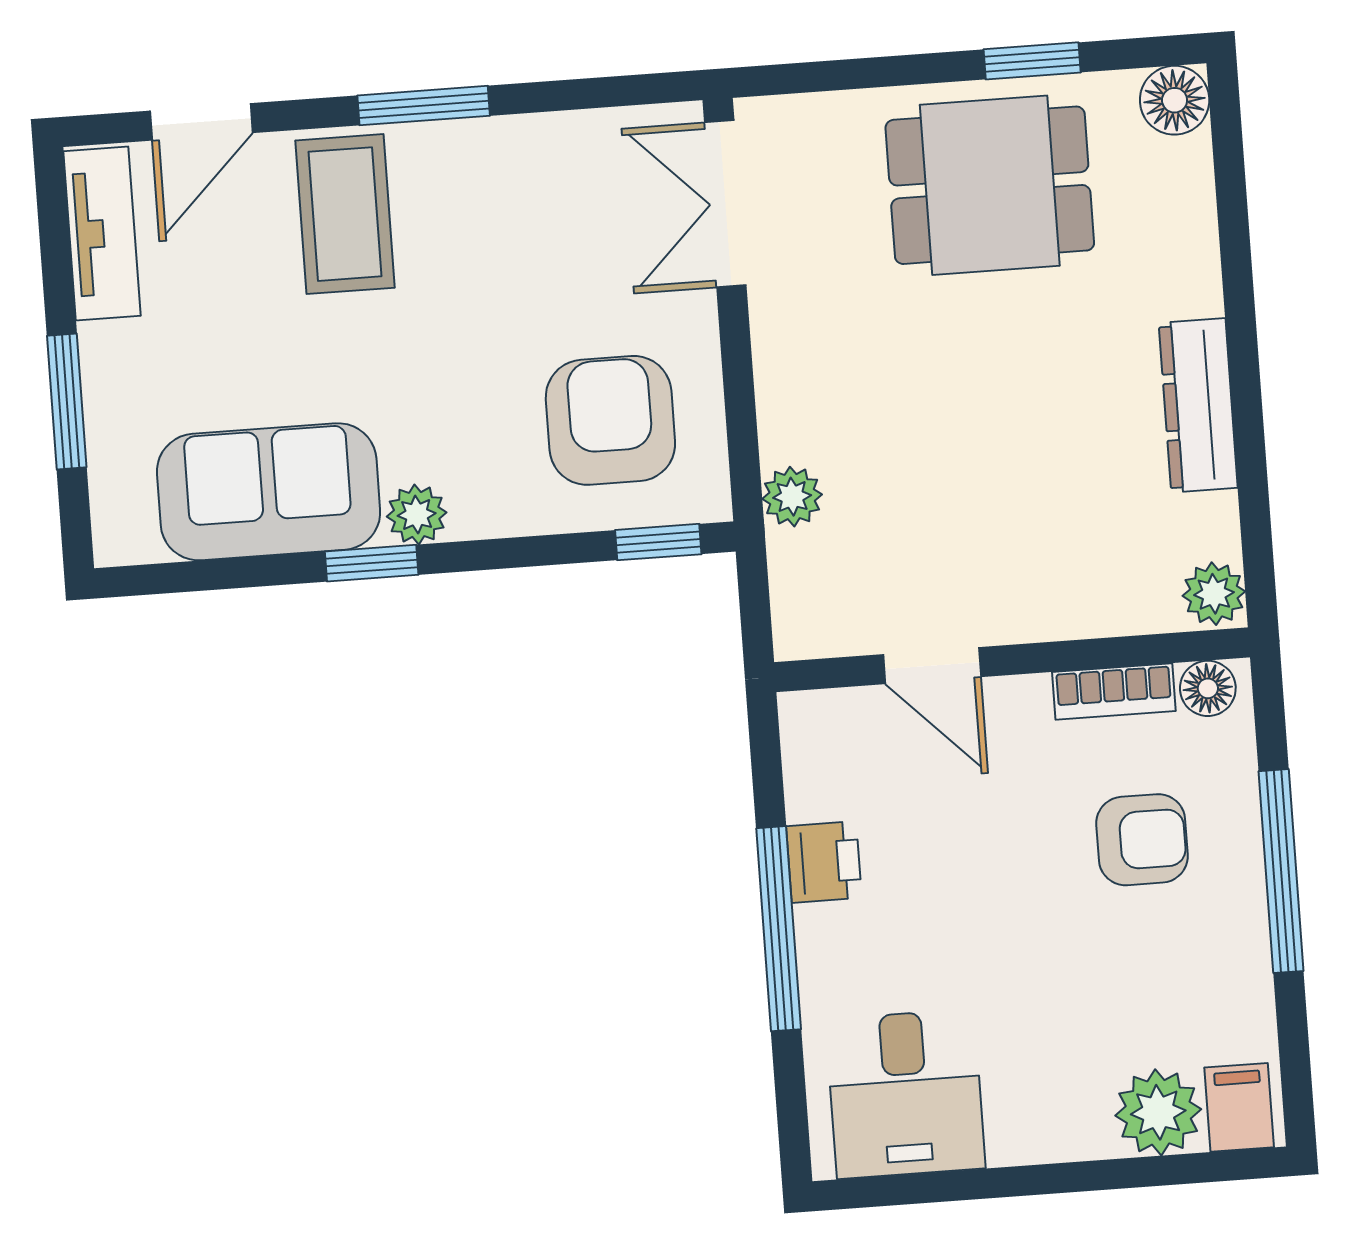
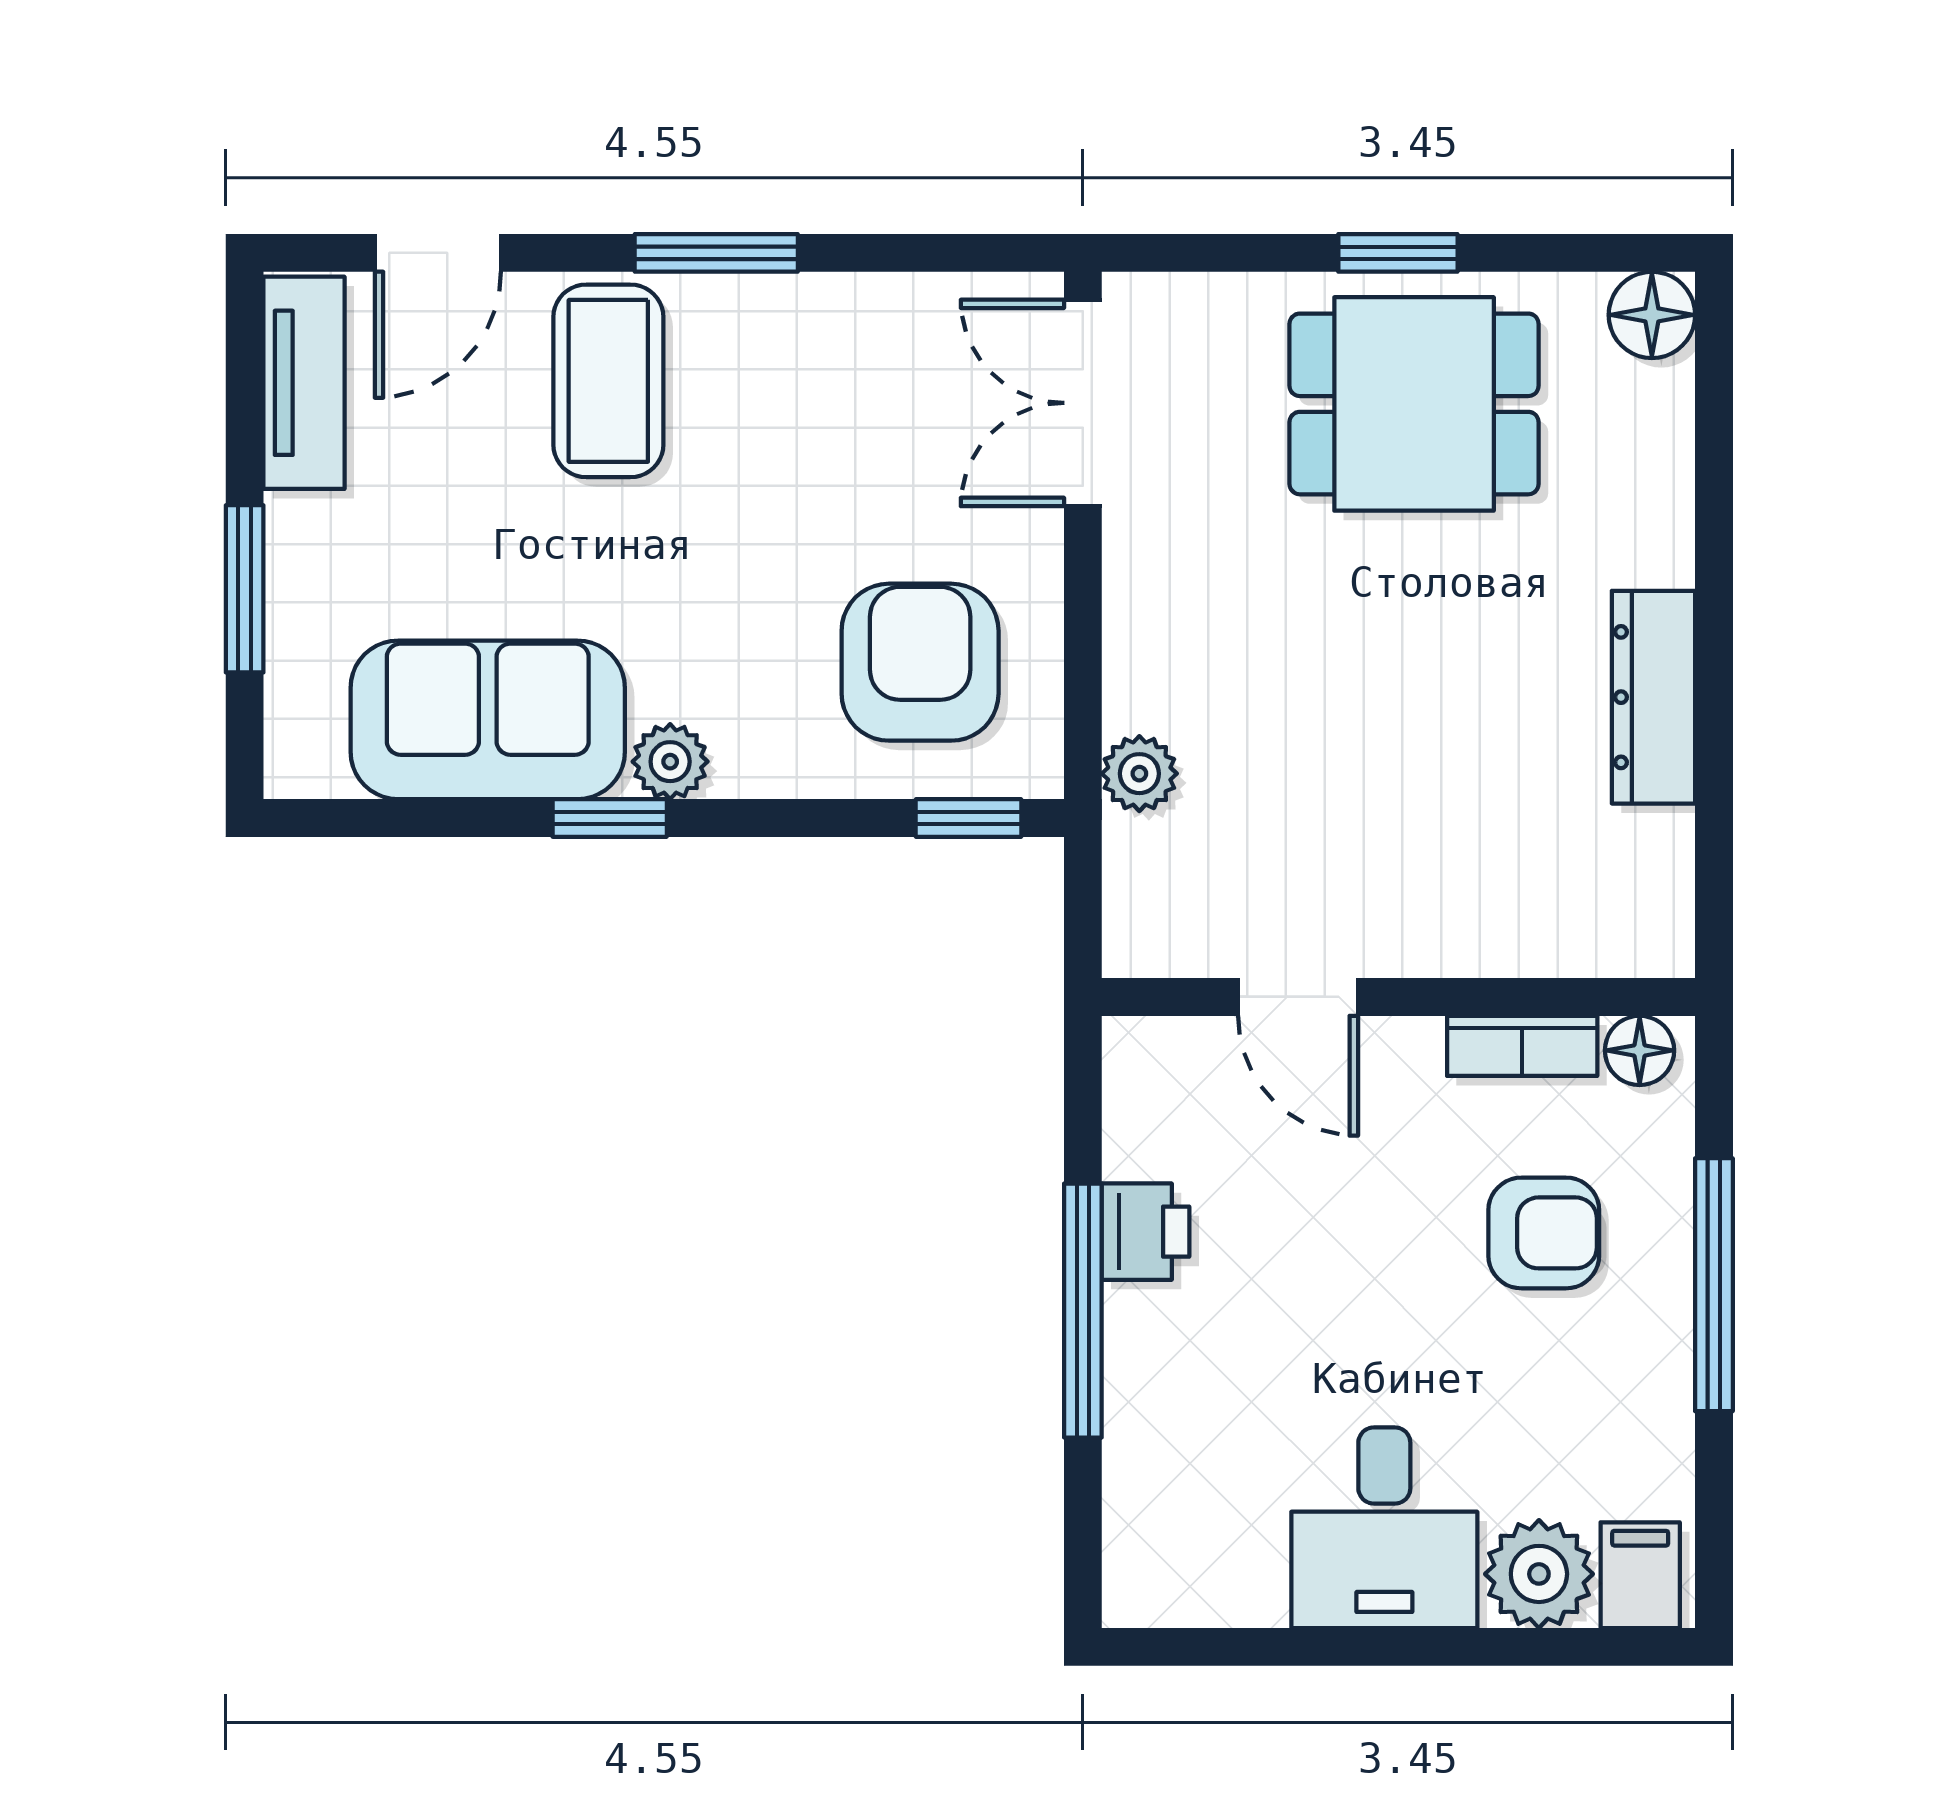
window: (1032, 61) -> (1398, 253), moved
plant: (1214, 594) -> (1656, 933), removed
desk: (905, 1094) -> (1384, 1528), moved

